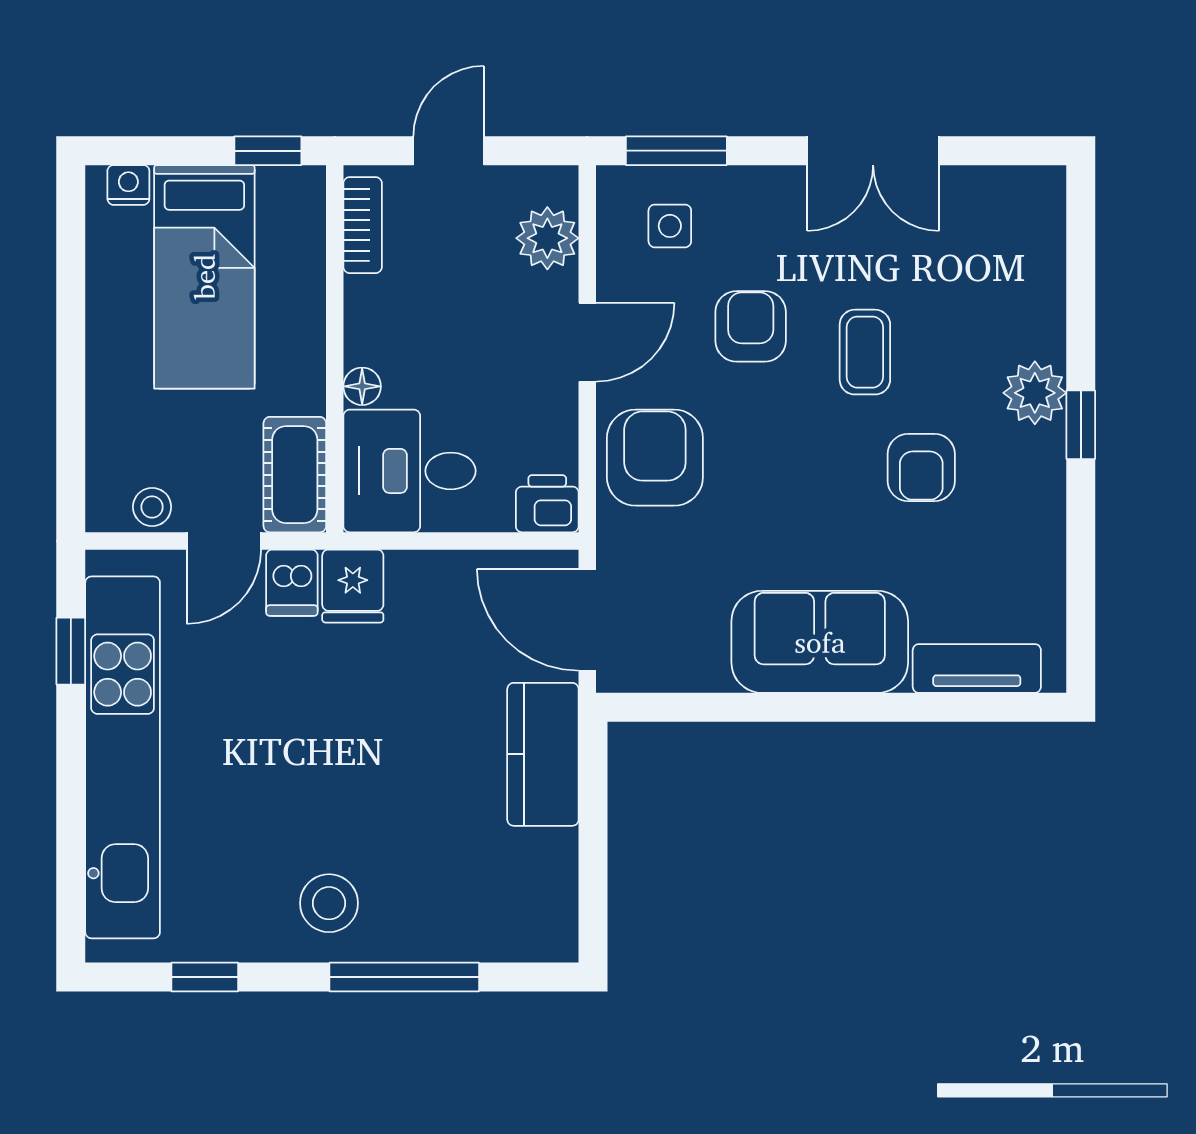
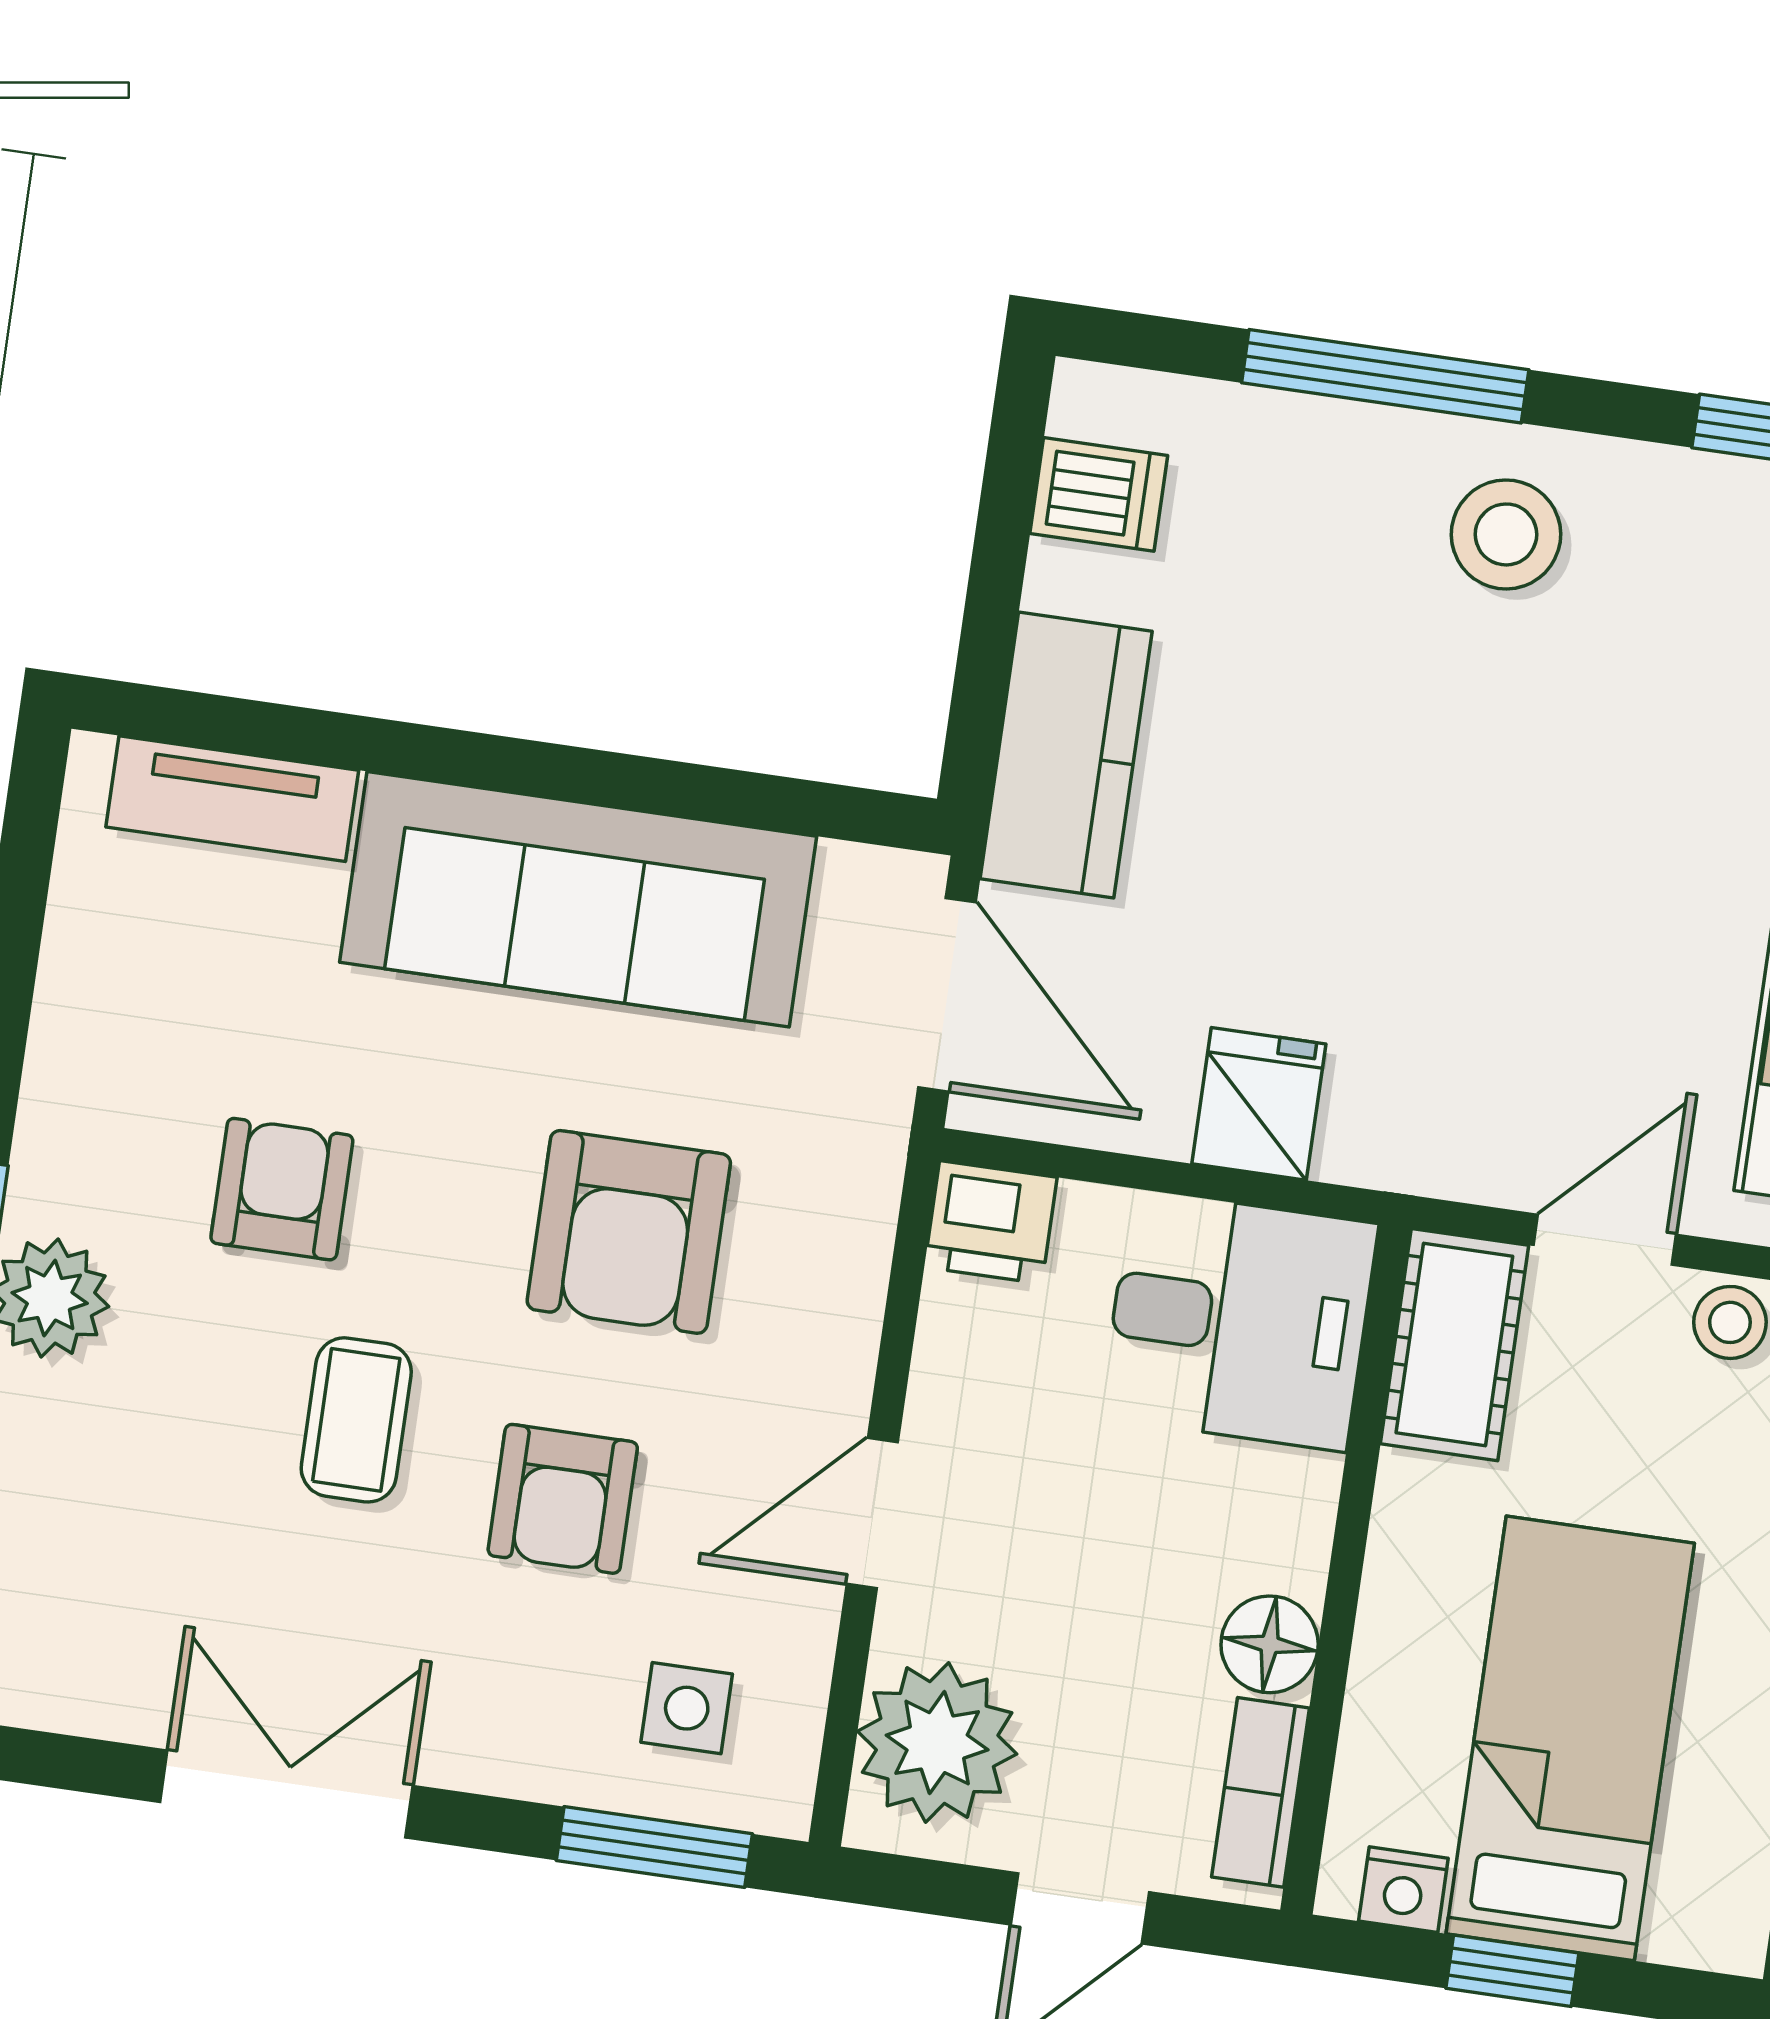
window: (268, 151) -> (1512, 1971), moved
nightstand: (128, 185) -> (1403, 1890), moved
plant: (547, 238) -> (937, 1743), width x1.36, depth x1.36
floor lamp: (362, 386) -> (1270, 1644), moved, width x1.37, depth x1.37
armchair: (655, 458) -> (629, 1232), moved
dishwasher: (292, 583) -> (1099, 494), moved, turned 90
fridge: (353, 586) -> (1259, 1104), moved
sofa: (820, 642) -> (578, 899), width x1.36

